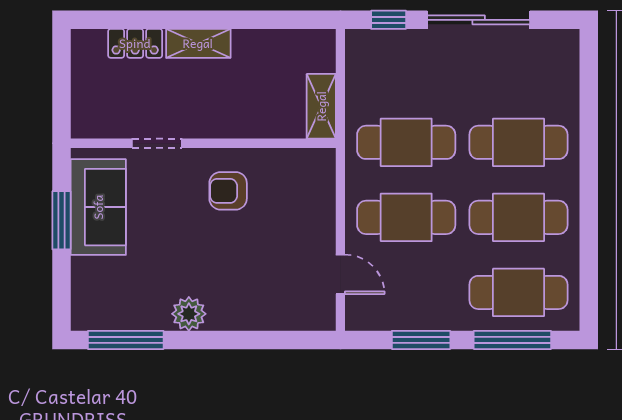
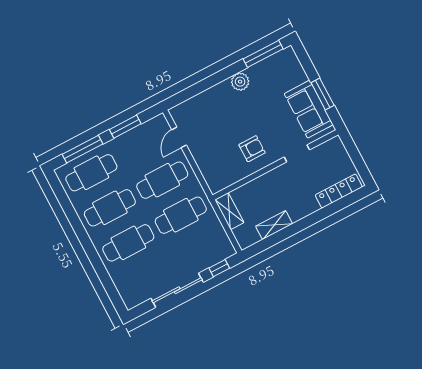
locker: (135, 43) -> (339, 191), width x1.53
shelving: (198, 43) -> (274, 225), moved
door: (340, 274) -> (179, 137), hinge flipped

